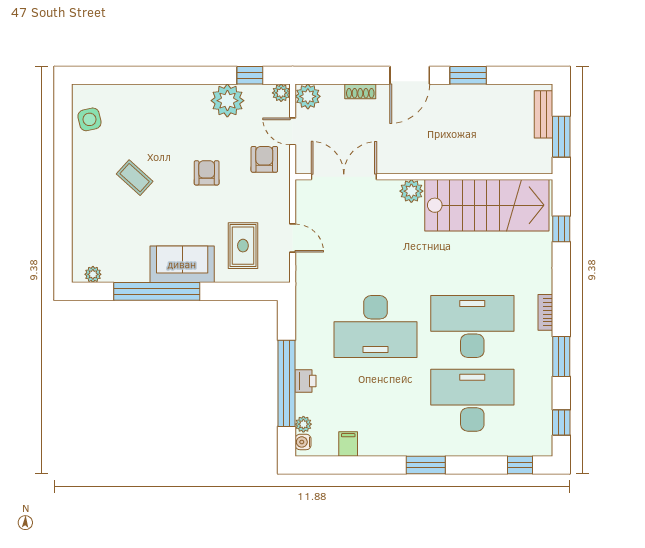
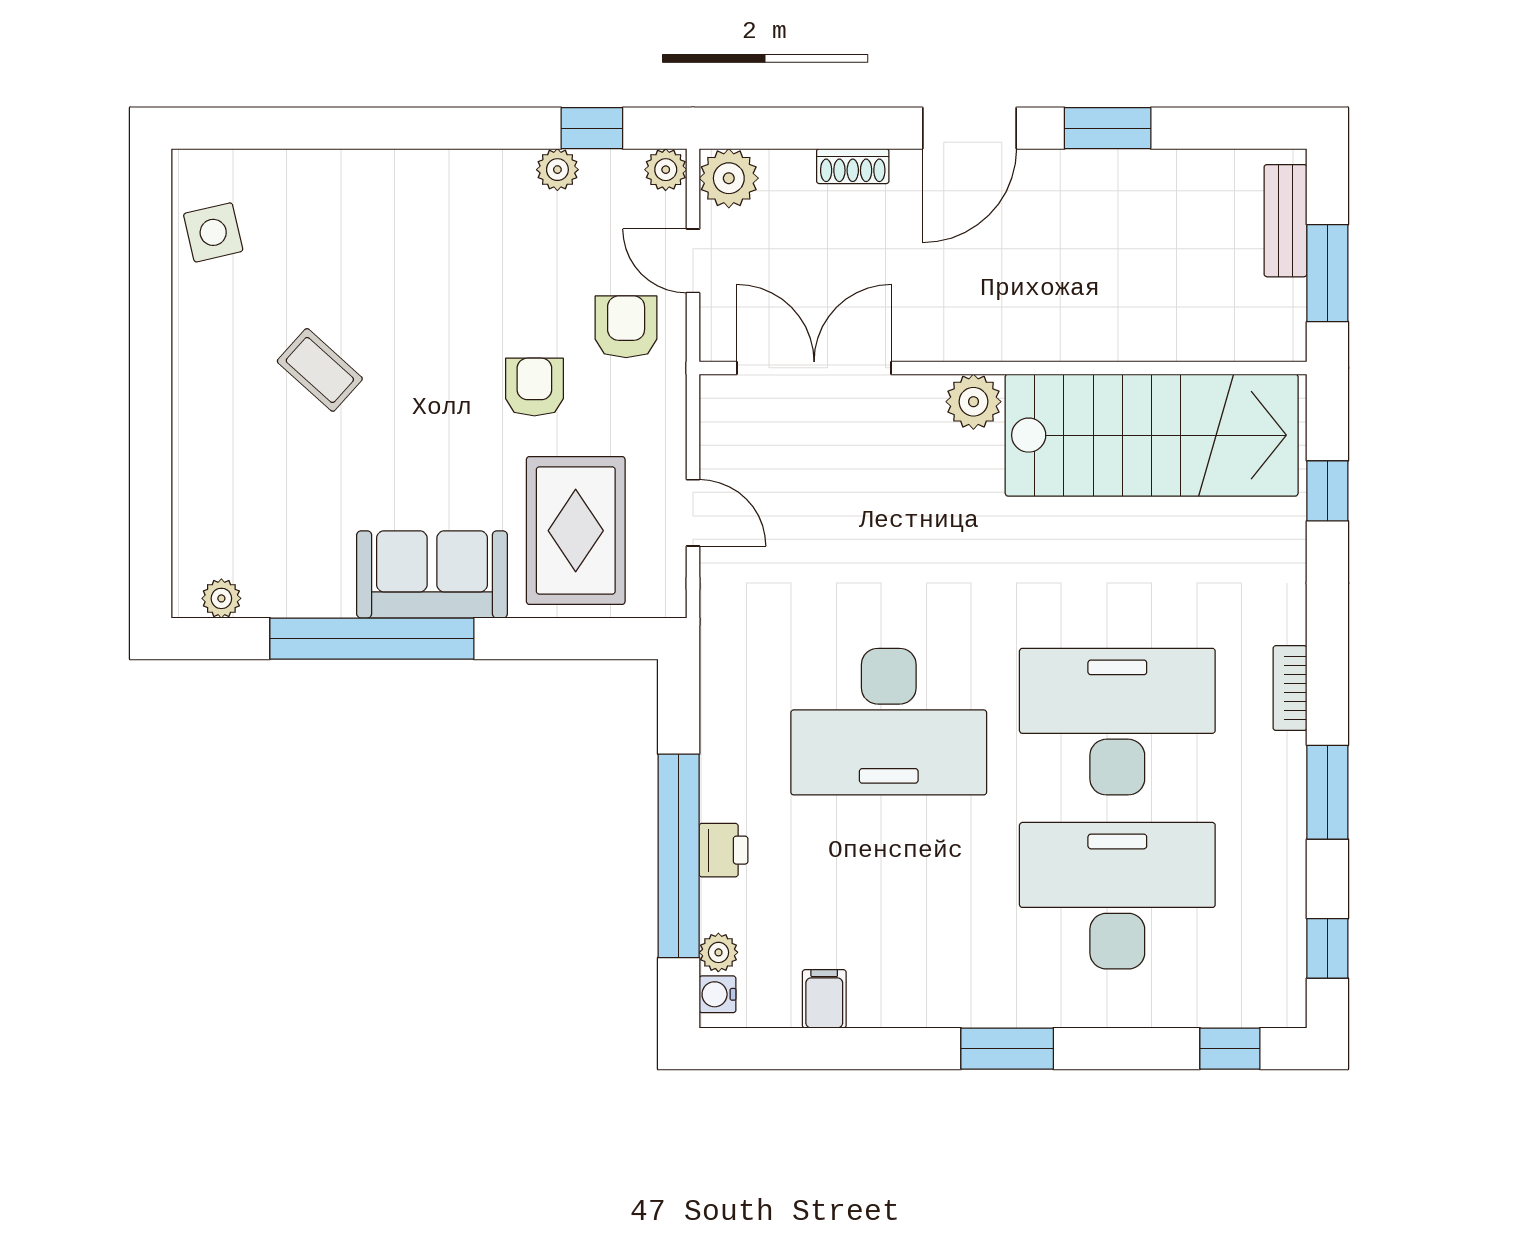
plant: (227, 101) -> (557, 170), width x0.53, depth x0.53
armchair: (207, 173) -> (534, 387), moved
rug: (243, 246) -> (576, 531), width x1.36, depth x1.43

